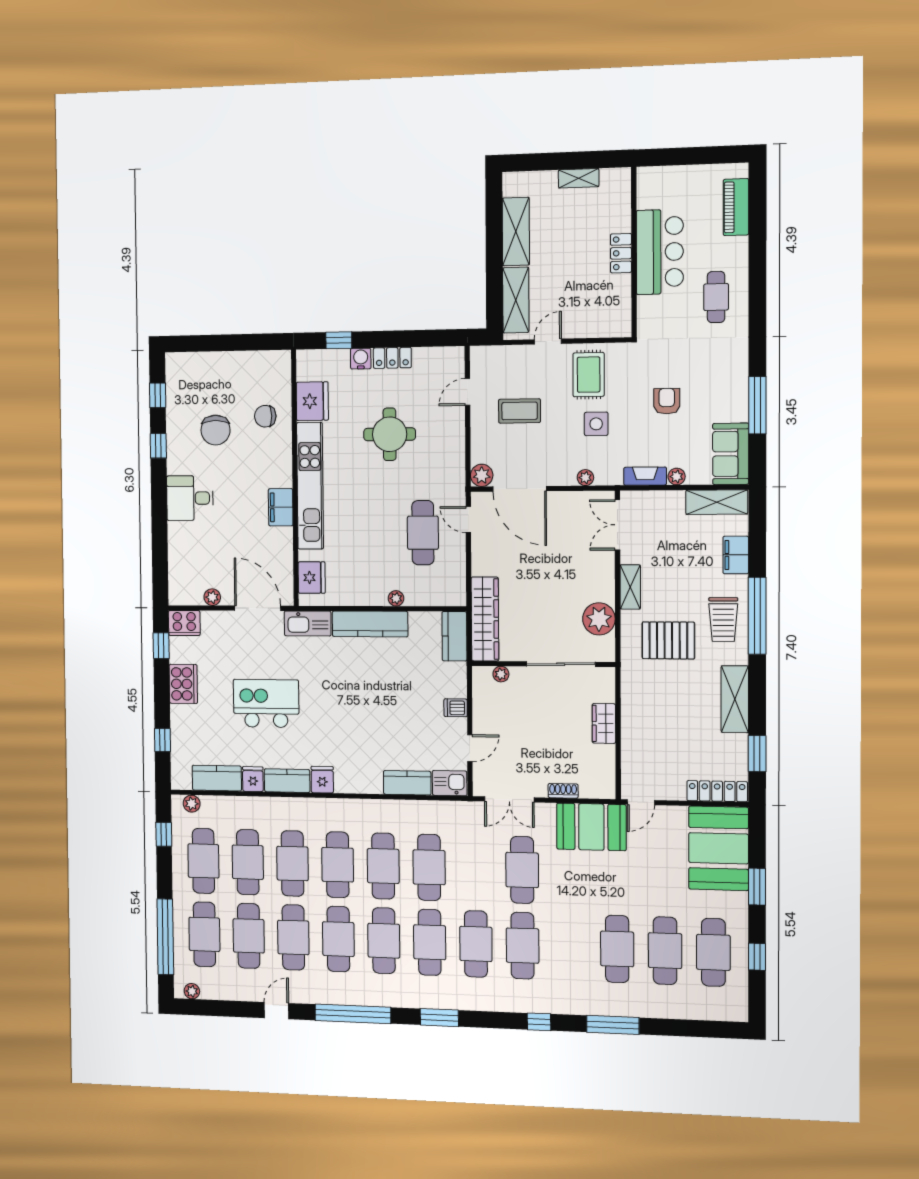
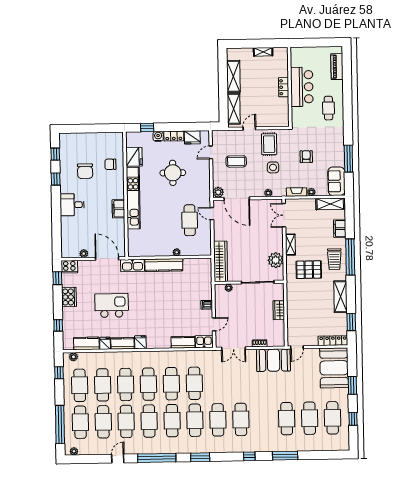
fridge: (312, 578) -> (192, 137), moved, turned 90
kitchen counter: (454, 636) -> (206, 270), removed
cafe table: (522, 870) -> (240, 383), removed

